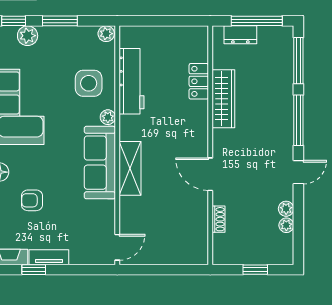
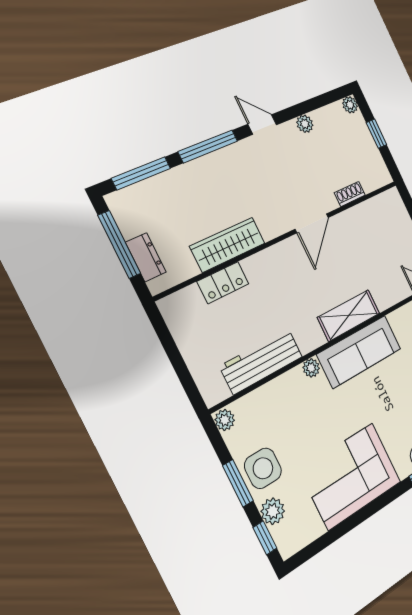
side table: (89, 83) -> (263, 468), moved
plant: (286, 225) -> (350, 105), moved

